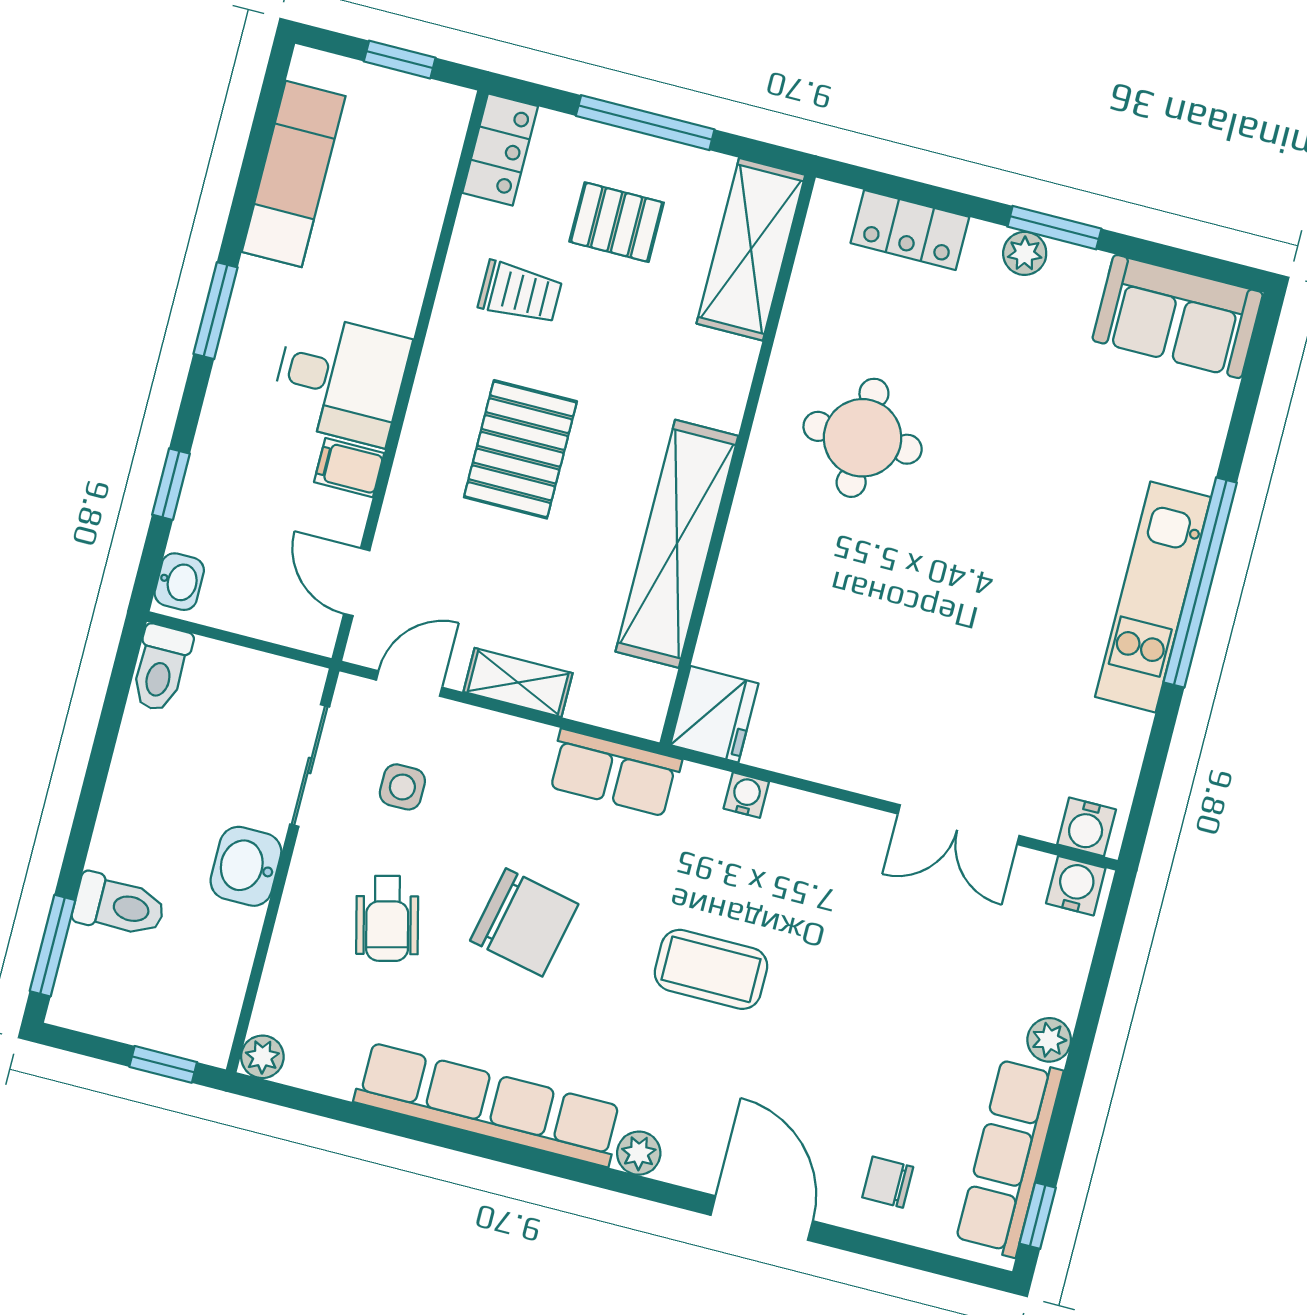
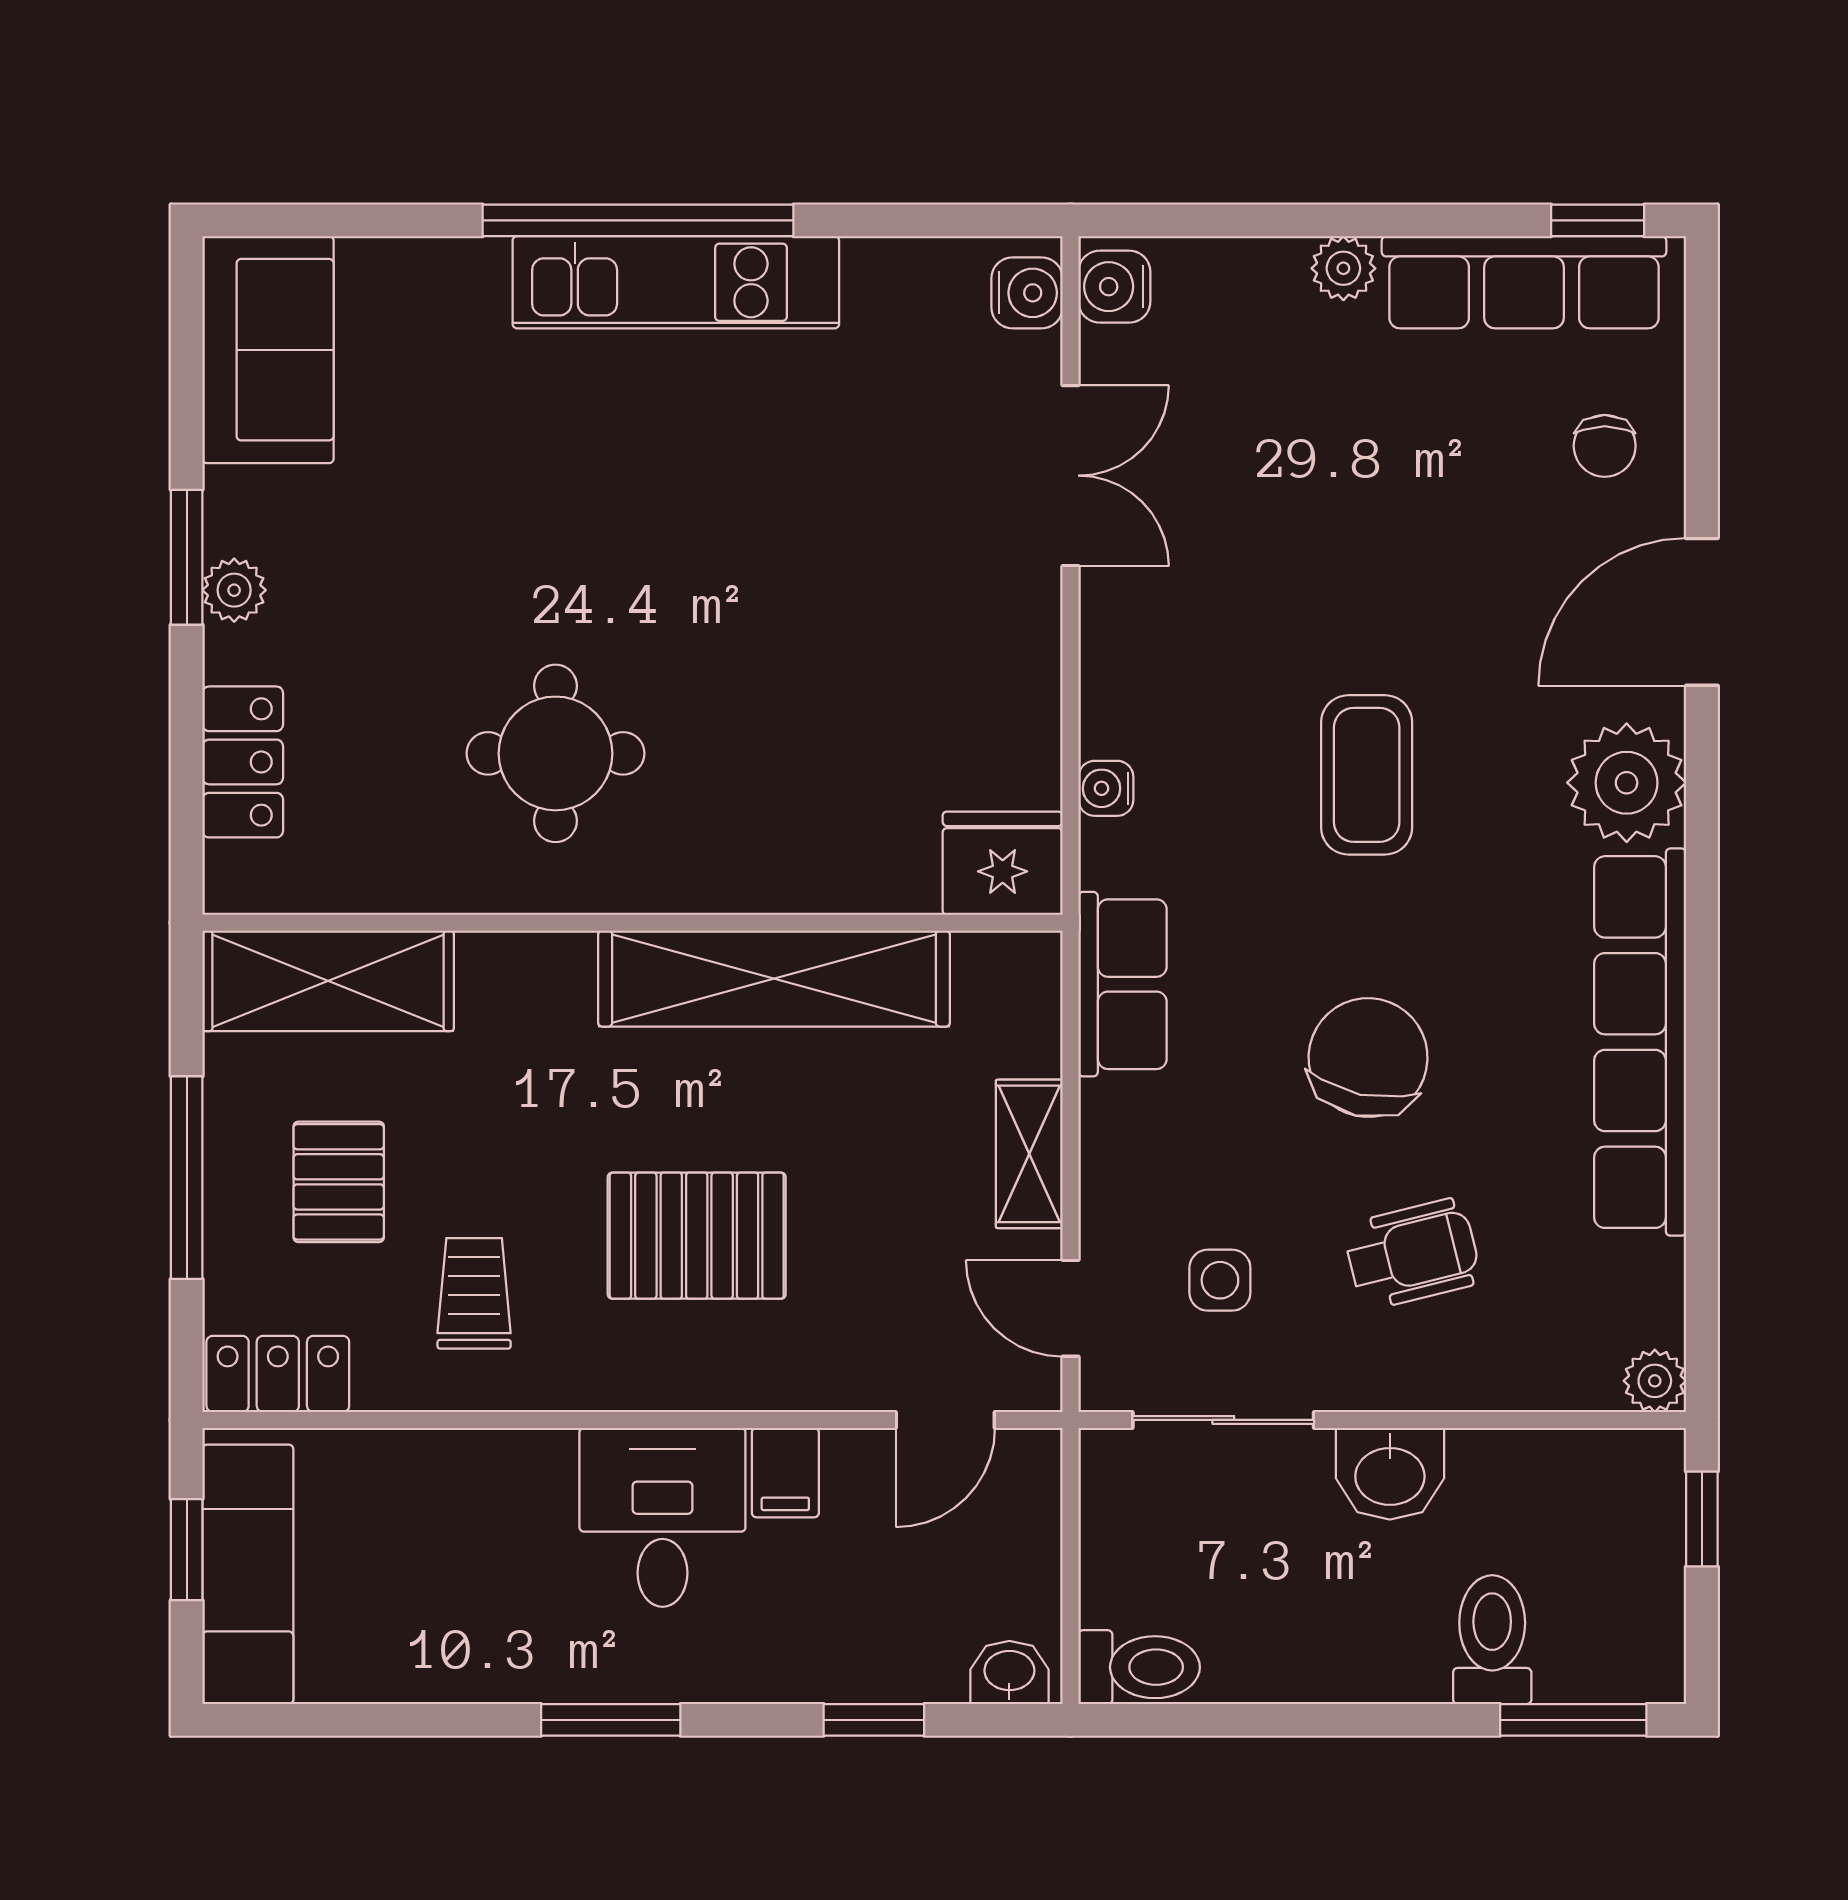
exam couch: (294, 174) -> (248, 1574), moved, turned 90
plant: (639, 1153) -> (1627, 783), width x1.88, depth x1.88

